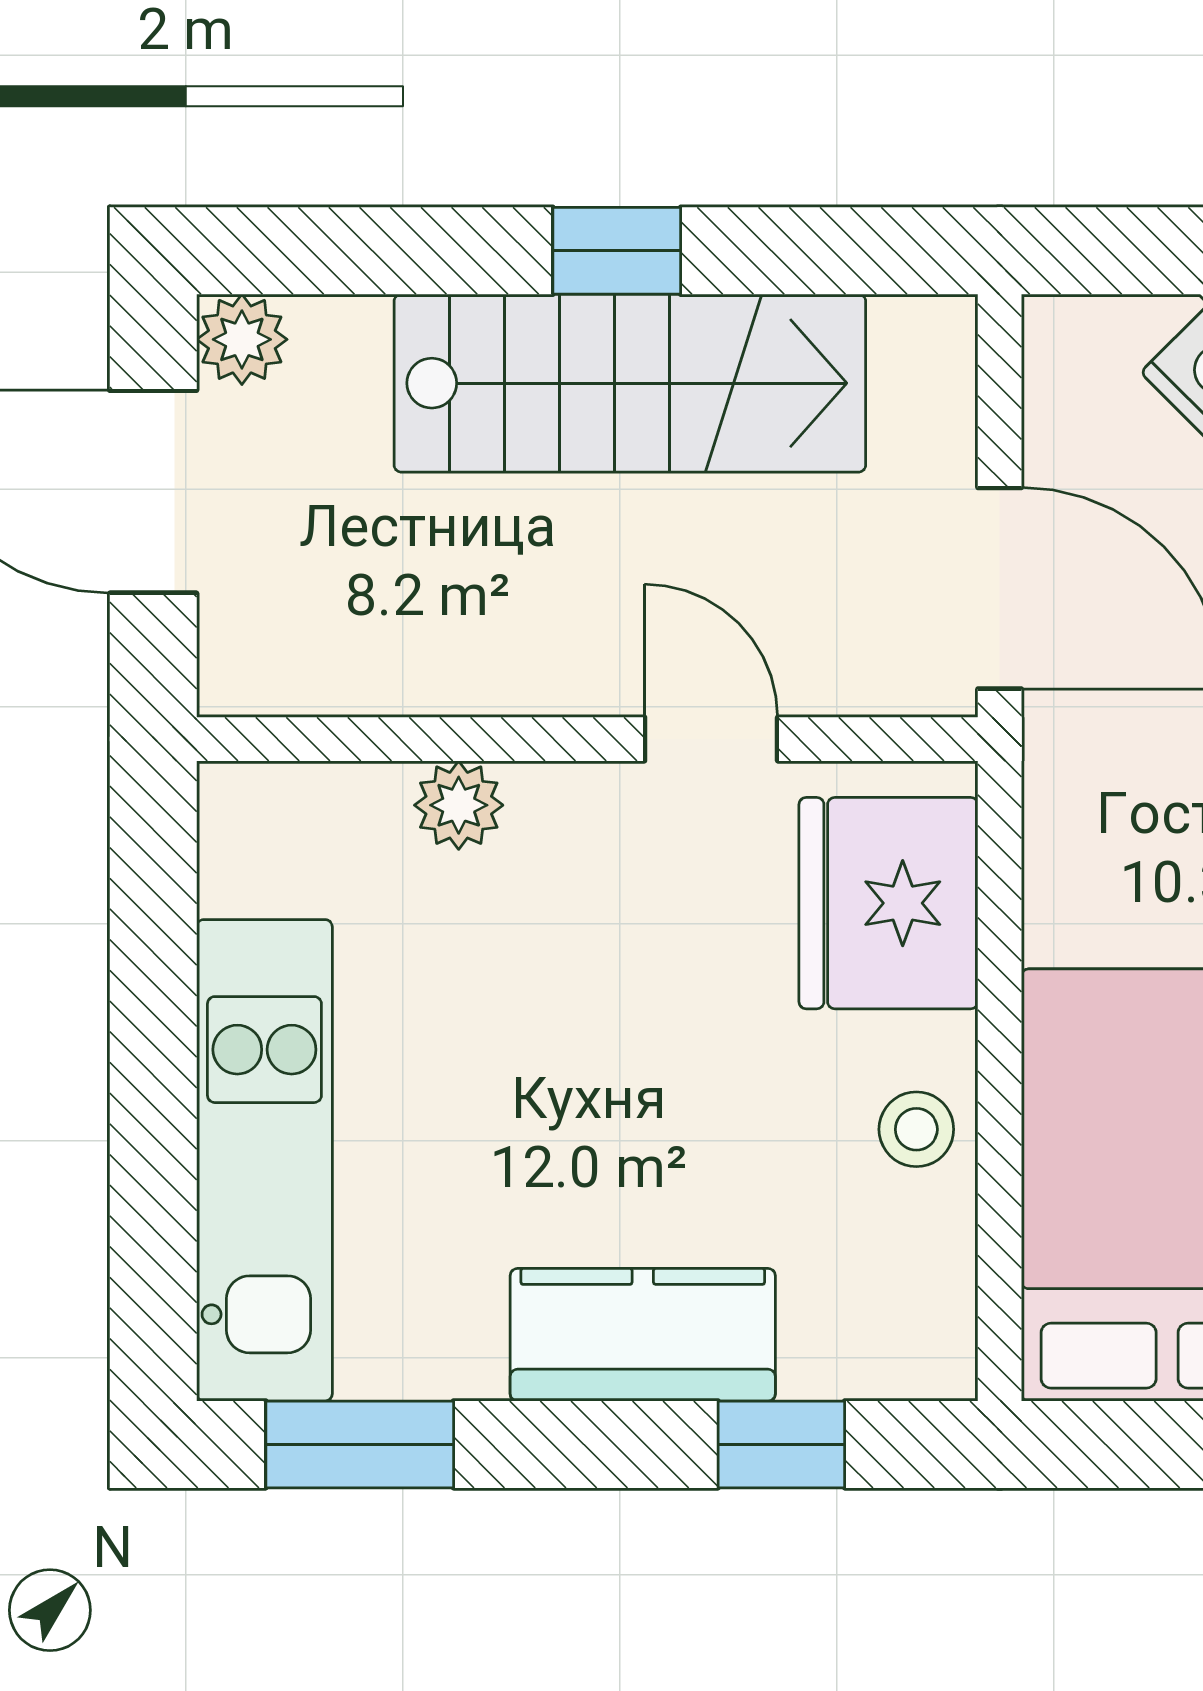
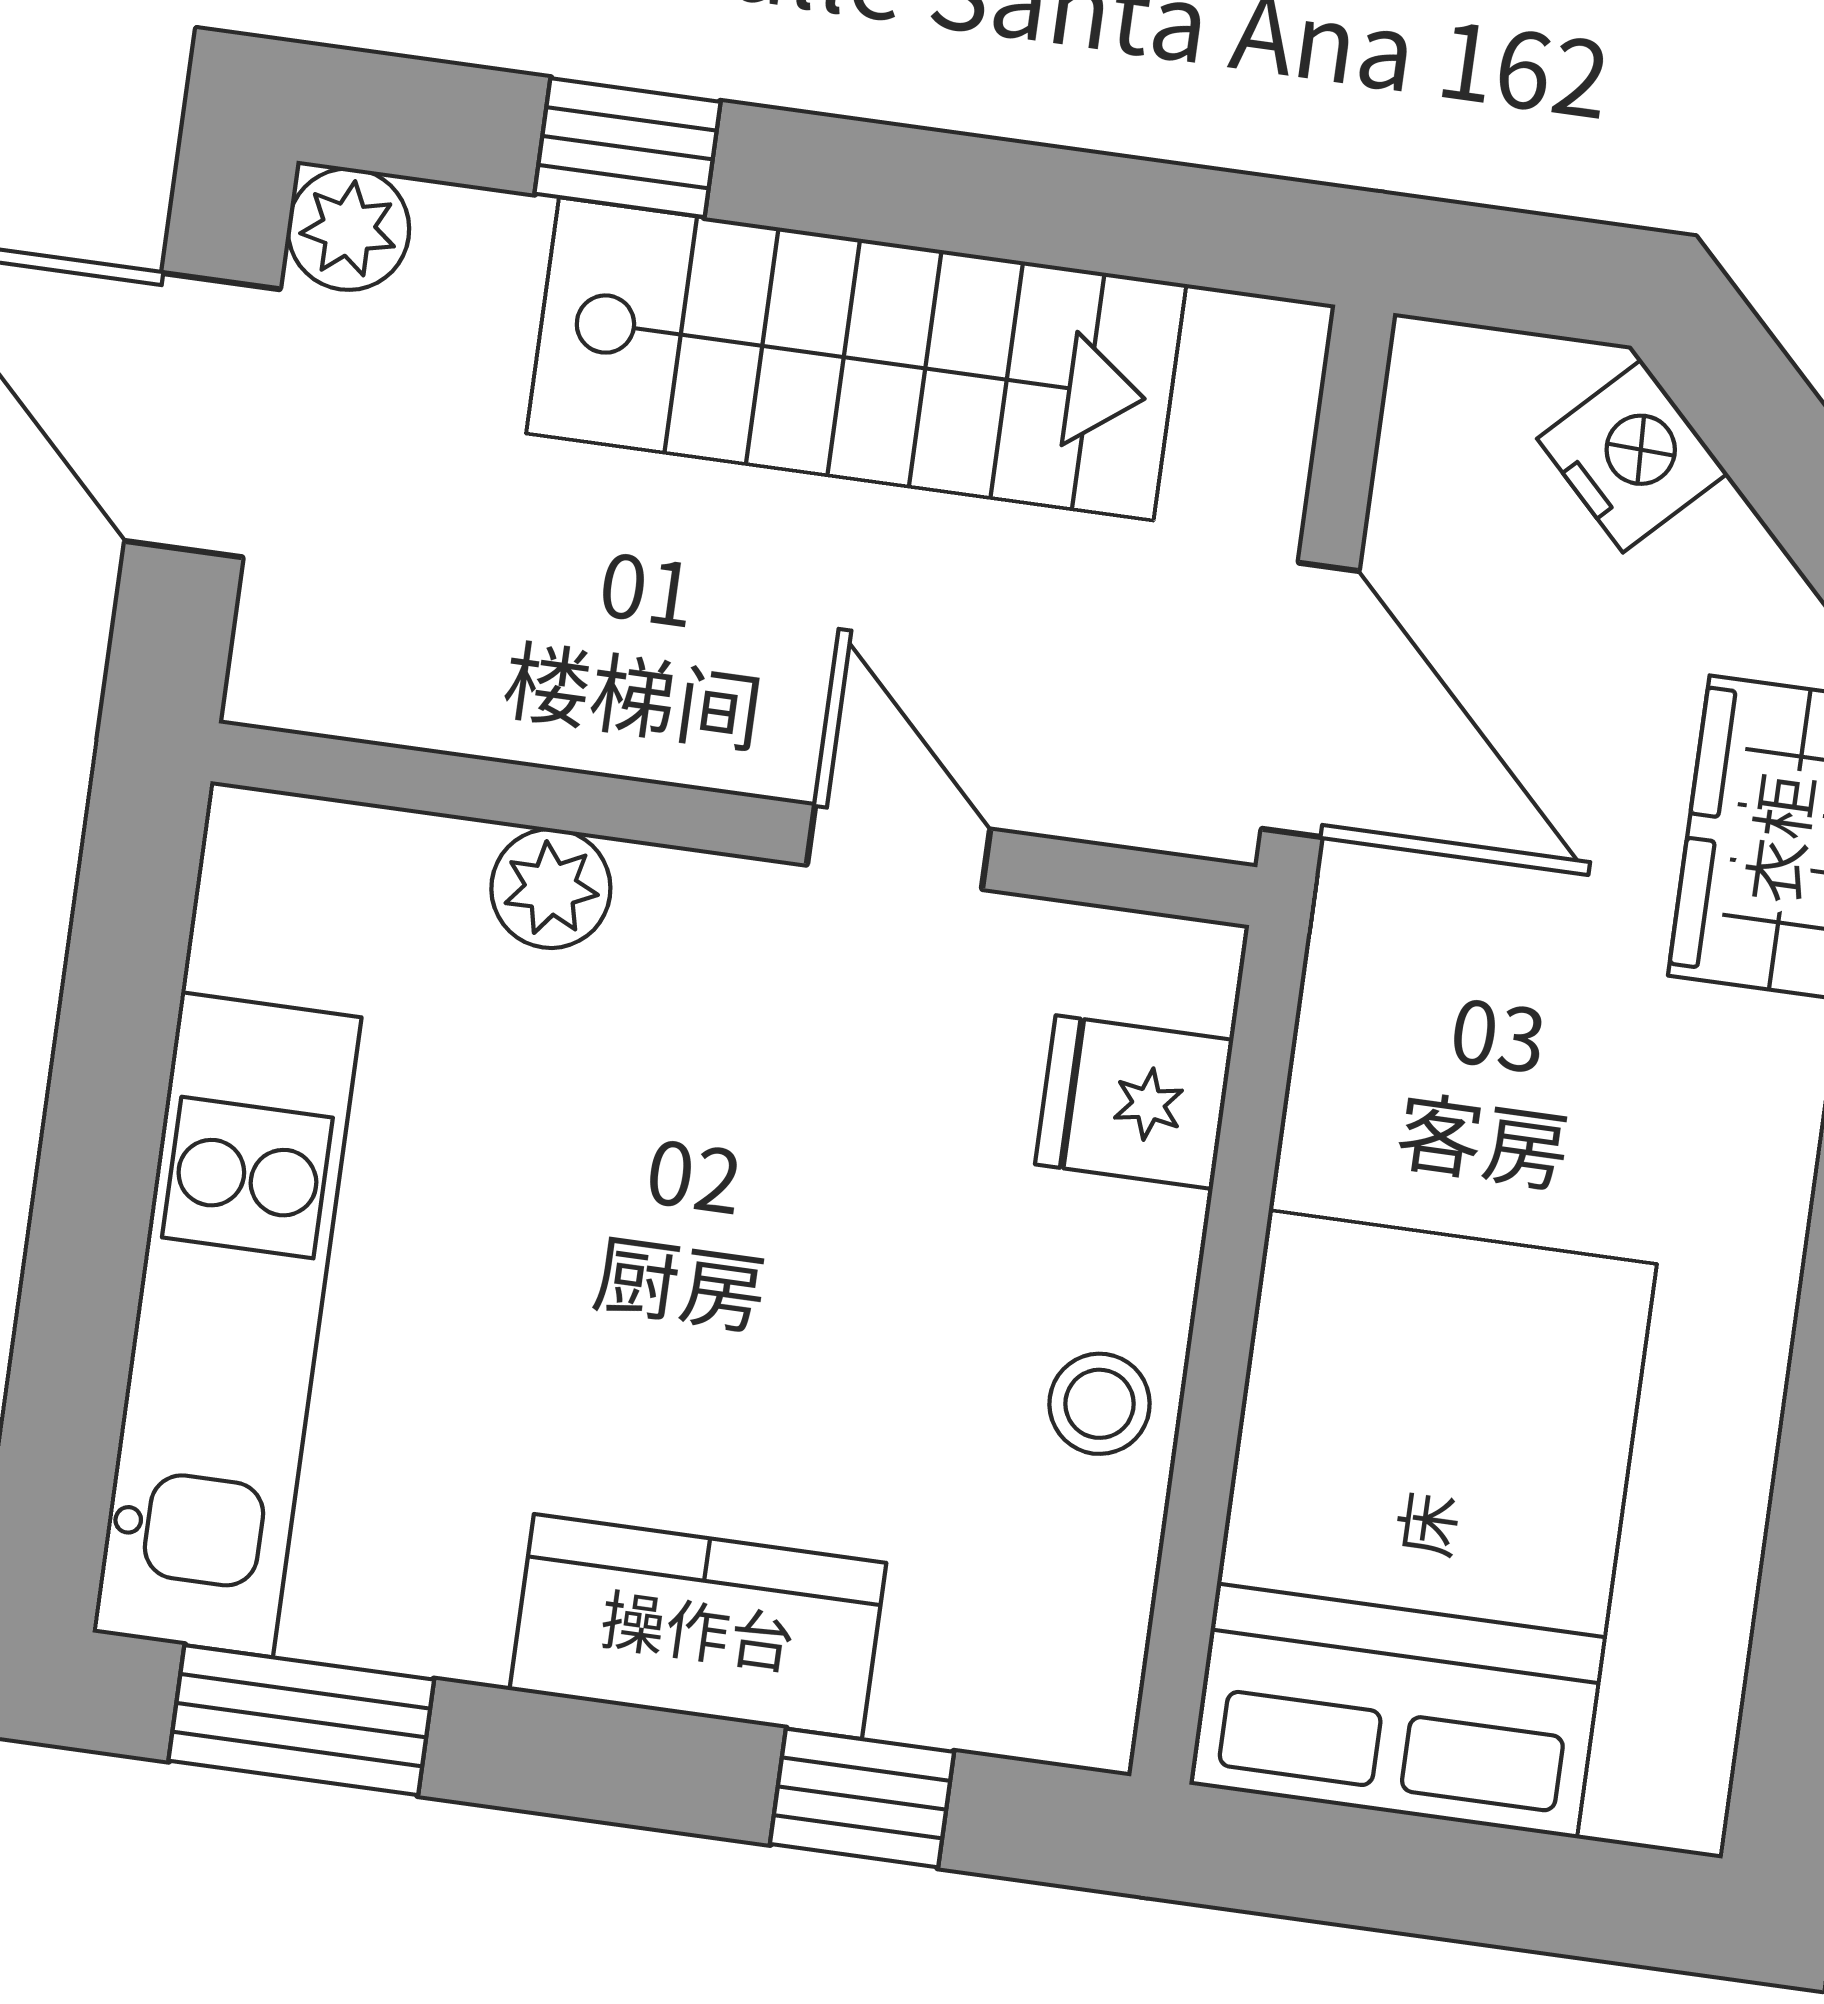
window: (617, 251) -> (627, 148), moved
fridge: (888, 903) -> (1134, 1102), width x0.53, depth x0.75

